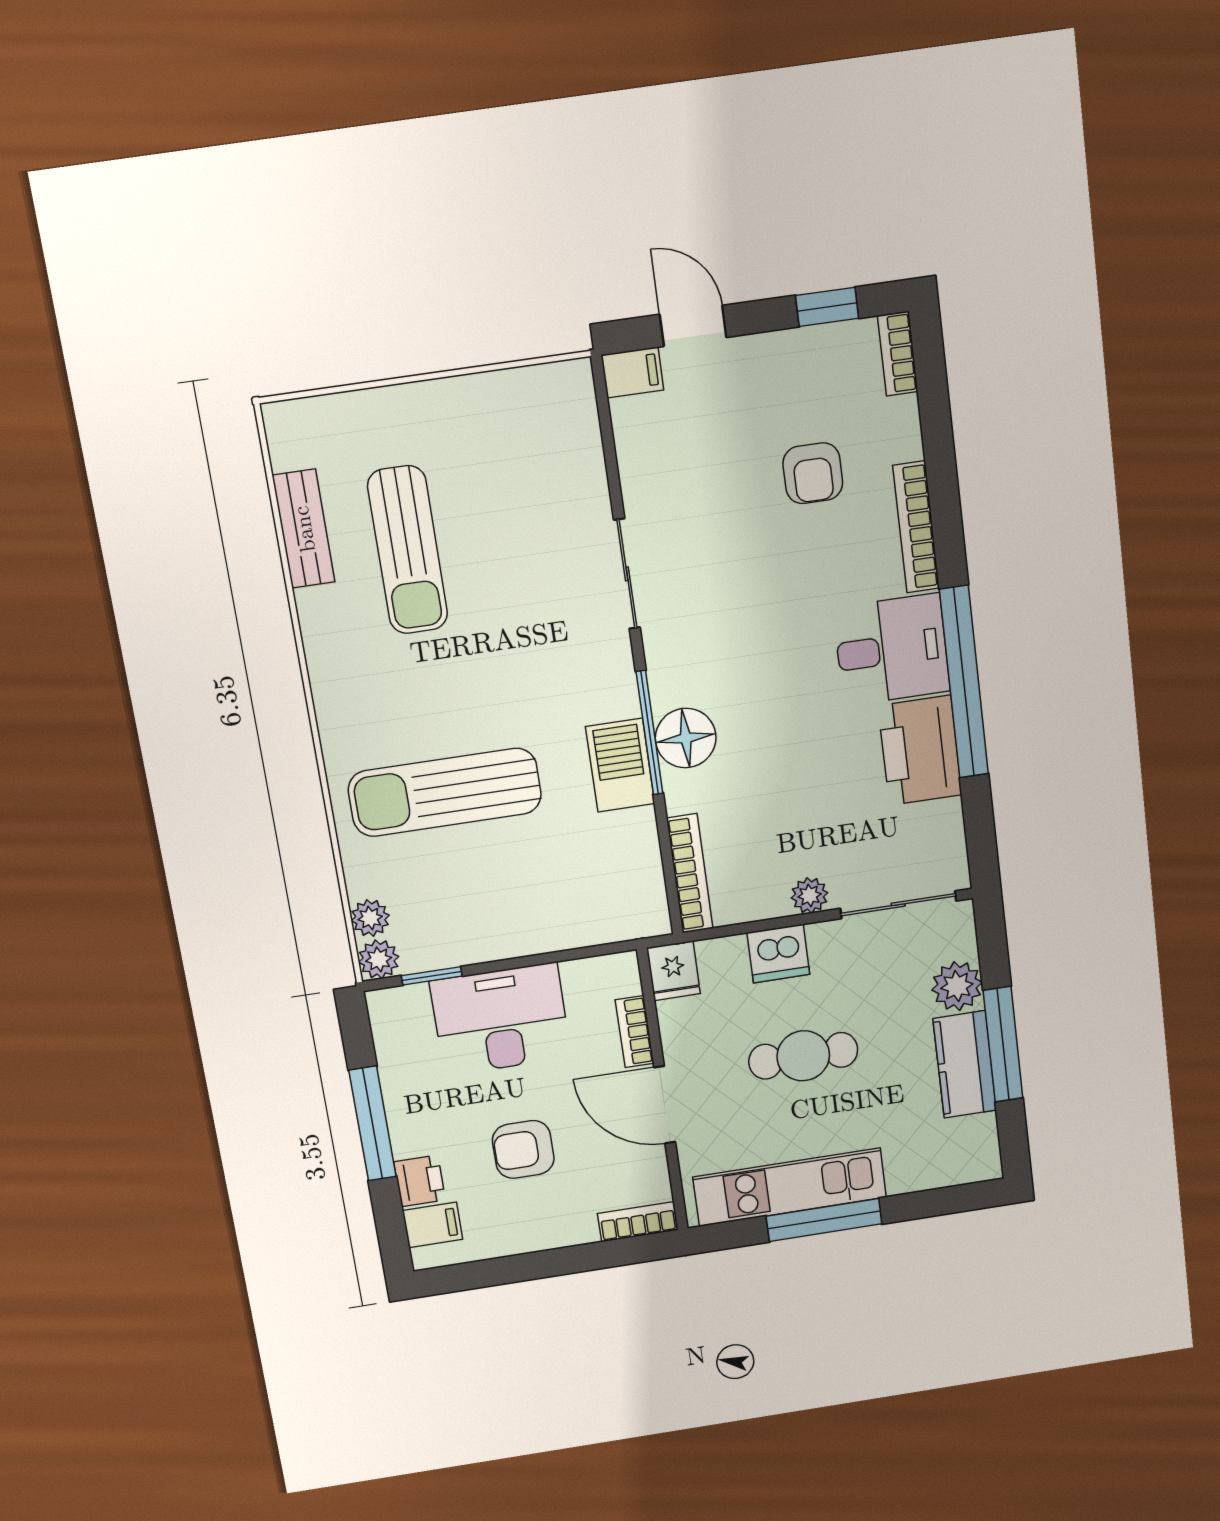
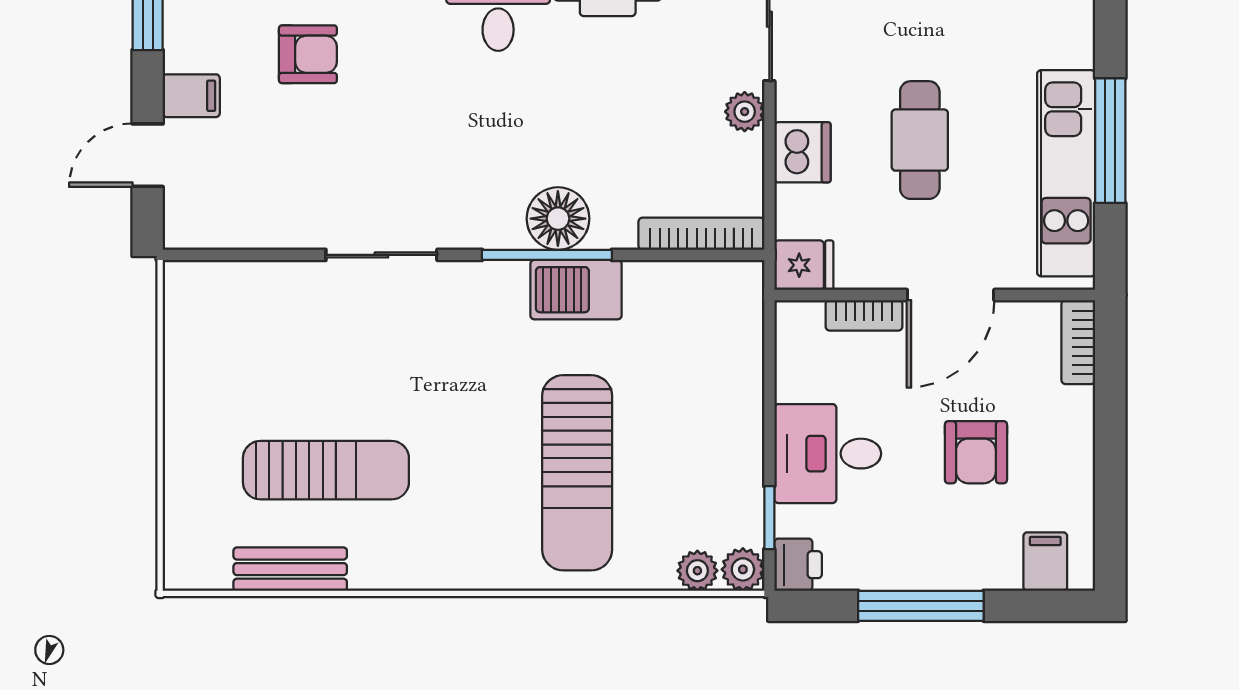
filing cabinet: (632, 372) -> (191, 96), moved, turned 90
desk: (501, 1019) -> (828, 454), width x0.73
printer: (420, 1181) -> (798, 565), moved, turned 90

